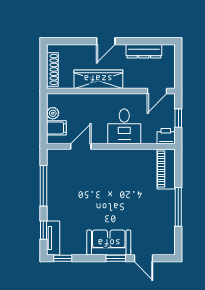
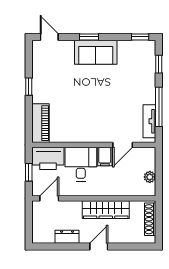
dresser: (144, 51) -> (67, 237), width x0.70
filing cabinet: (56, 128) -> (105, 156), moved, turned -90
printer: (166, 136) -> (48, 158), width x1.87, depth x1.48
window: (178, 207) -> (29, 87), width x0.46
tv unit: (53, 238) -> (149, 121), moved
door: (144, 258) -> (49, 37), moved

